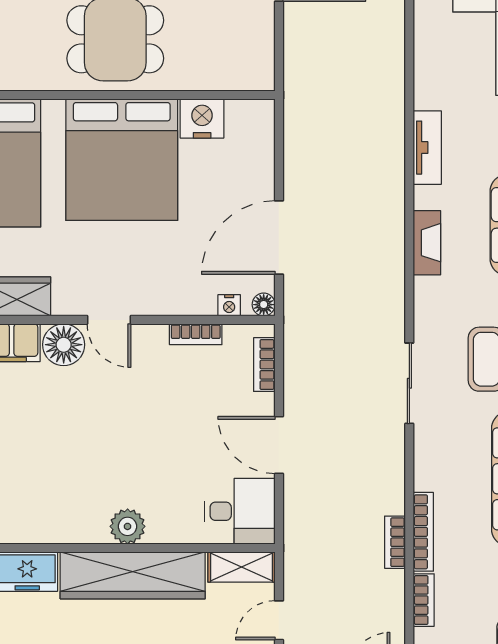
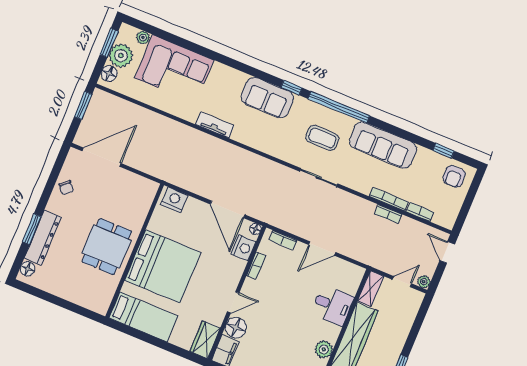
nightstand: (202, 119) -> (174, 200), moved, turned 90
fireplace: (427, 243) -> (258, 143), removed
nightstand: (229, 305) -> (243, 248), width x1.89, depth x1.79
desk: (240, 511) -> (333, 305), moved, turned 90
plant: (128, 526) -> (324, 349), moved
door: (279, 620) -> (402, 282), swing flipped

